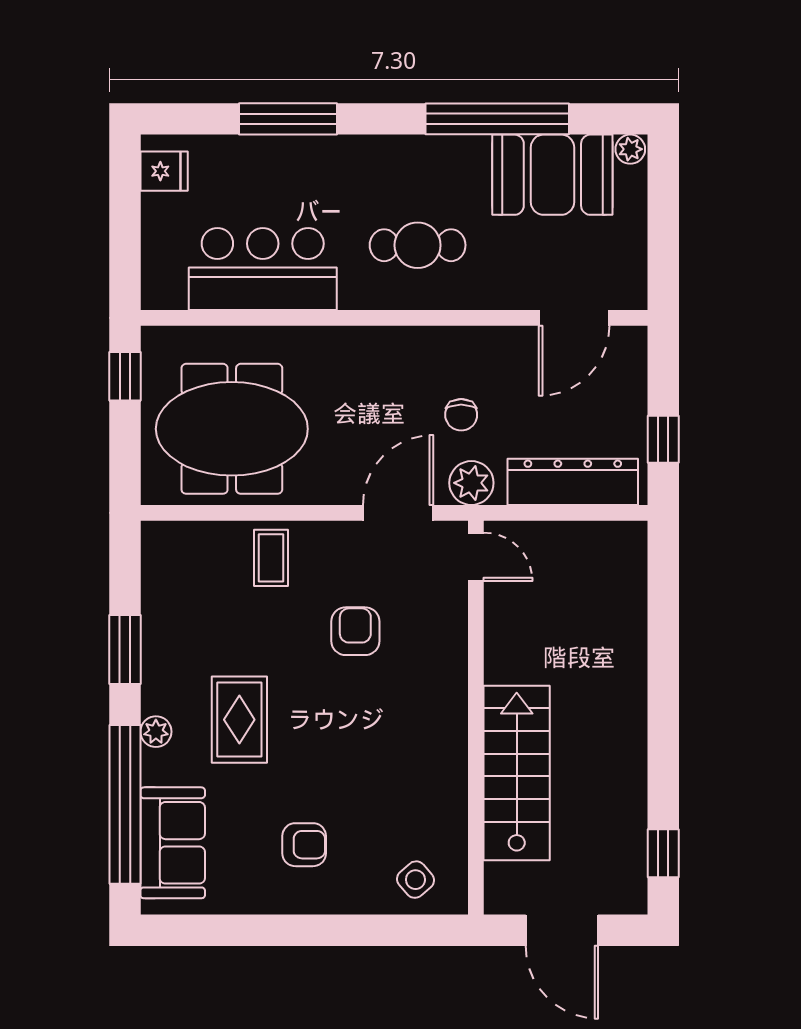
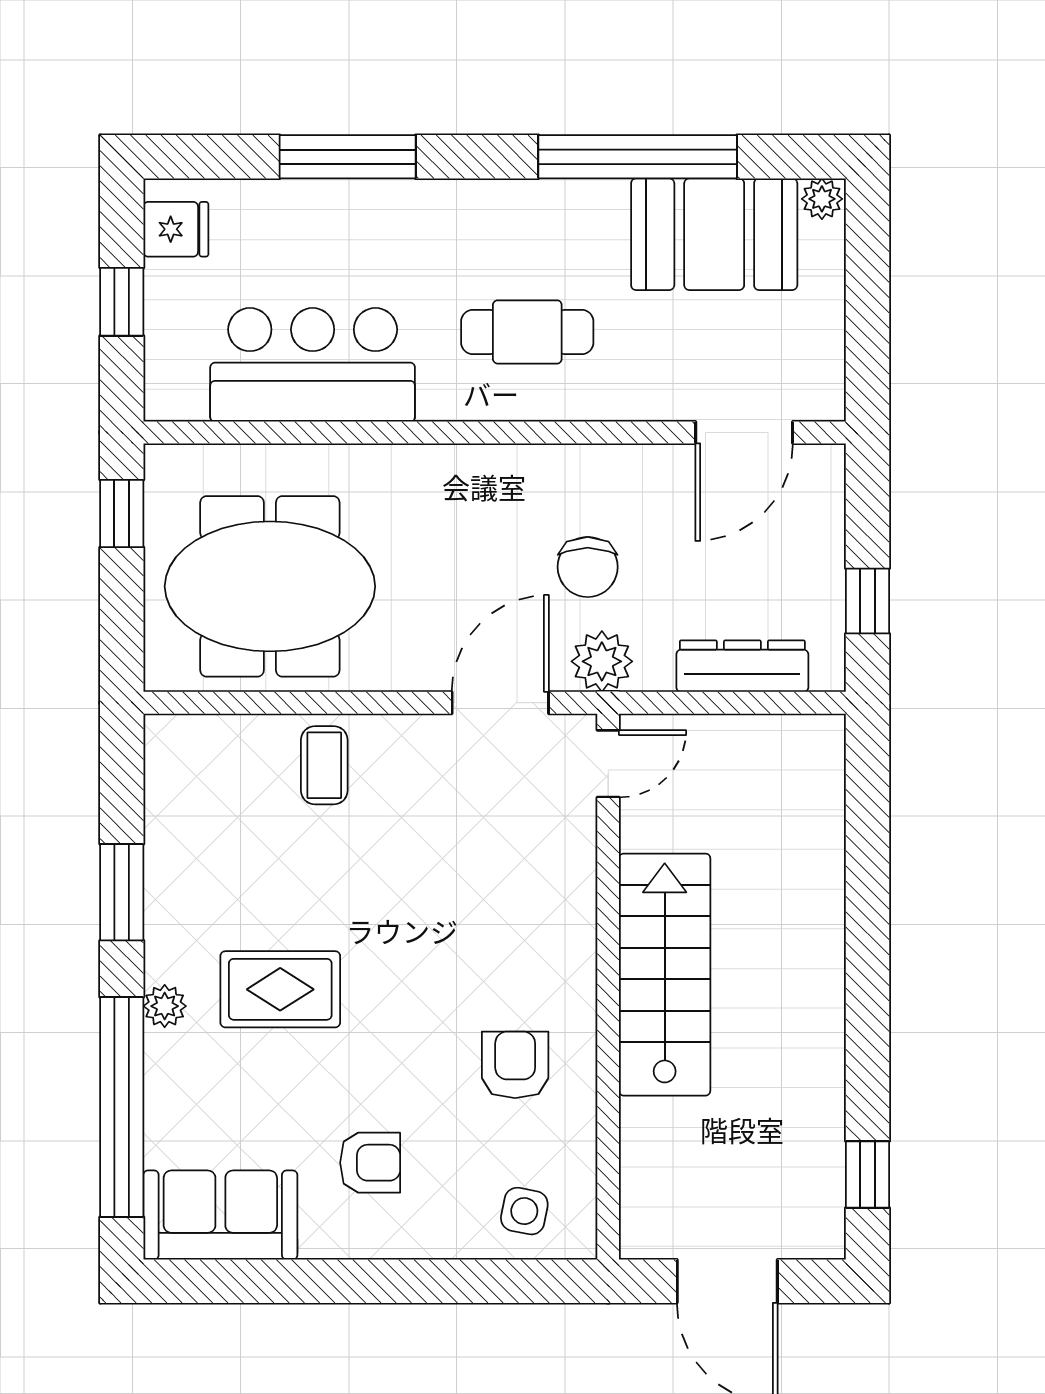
window: (125, 223) -> (122, 302), added
chair: (461, 415) -> (588, 567), width x1.37, depth x1.37
dresser: (573, 482) -> (742, 666), width x0.73, depth x0.80
door: (476, 557) -> (608, 764), hinge flipped
armchair: (355, 631) -> (515, 1065), moved
rug: (239, 720) -> (280, 989), turned 90
stairs: (517, 773) -> (665, 975), moved
sofa: (173, 843) -> (220, 1215), moved, turned -90
side table: (415, 880) -> (524, 1211), turned -38

